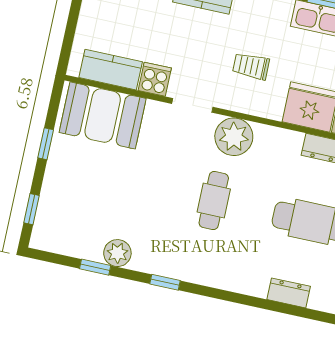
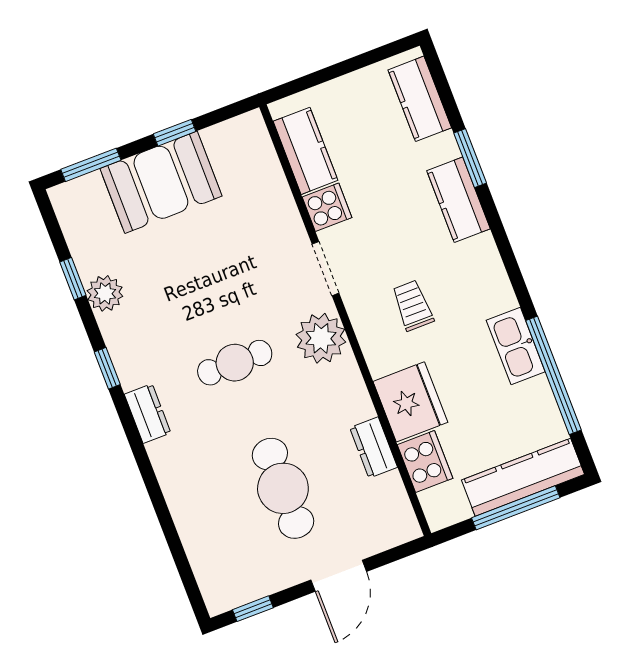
booth: (103, 115) -> (161, 182), moved, turned 90
window: (31, 209) -> (91, 165), width x1.50
dresser: (289, 293) -> (148, 414), moved

